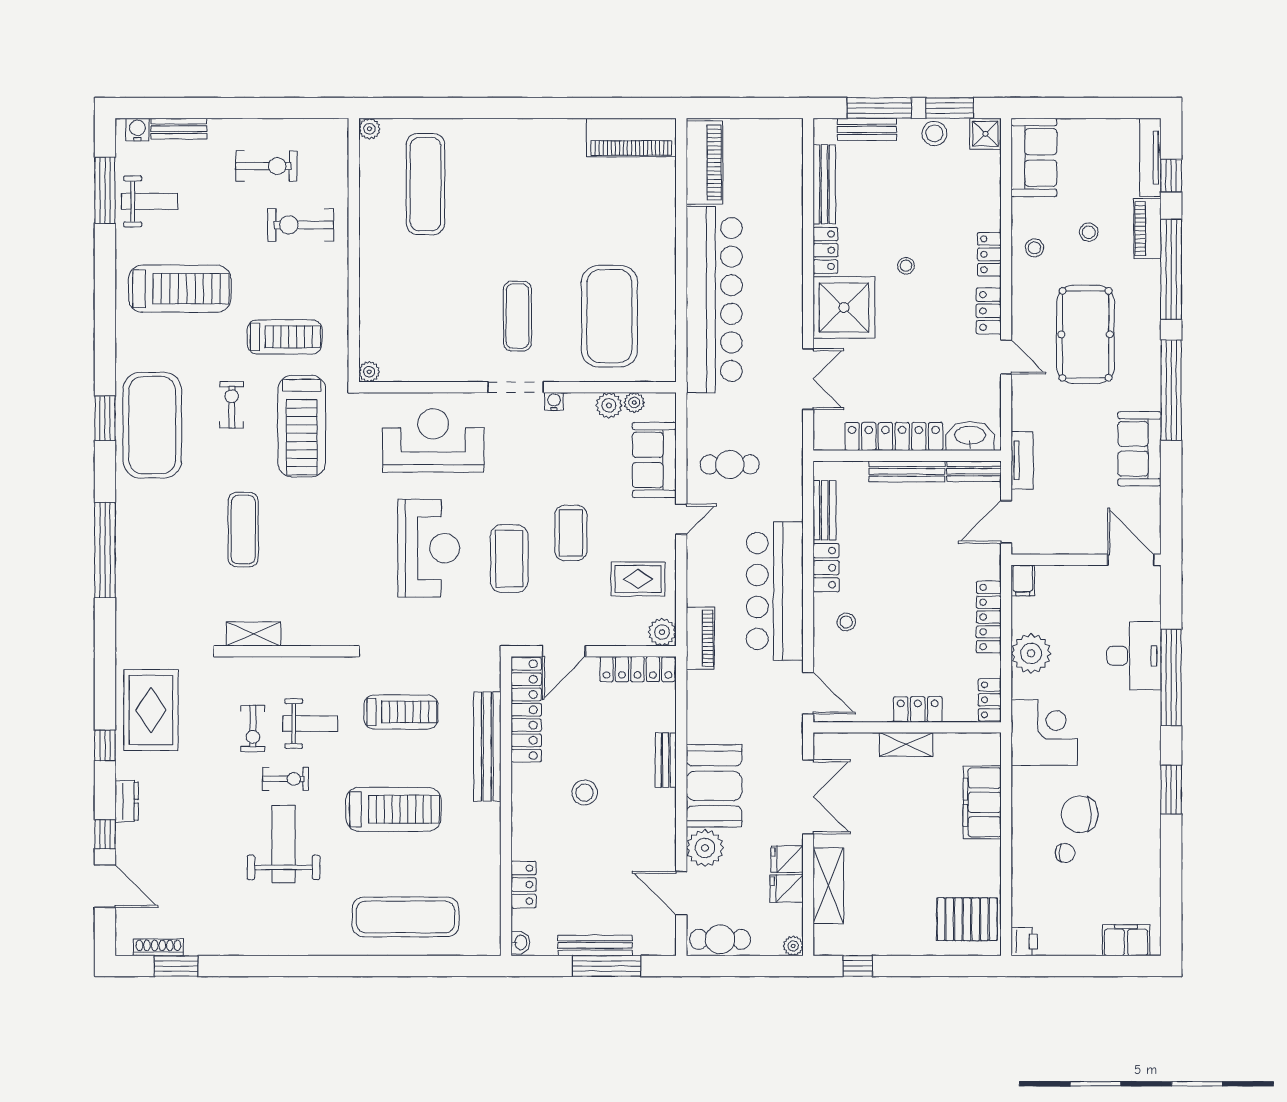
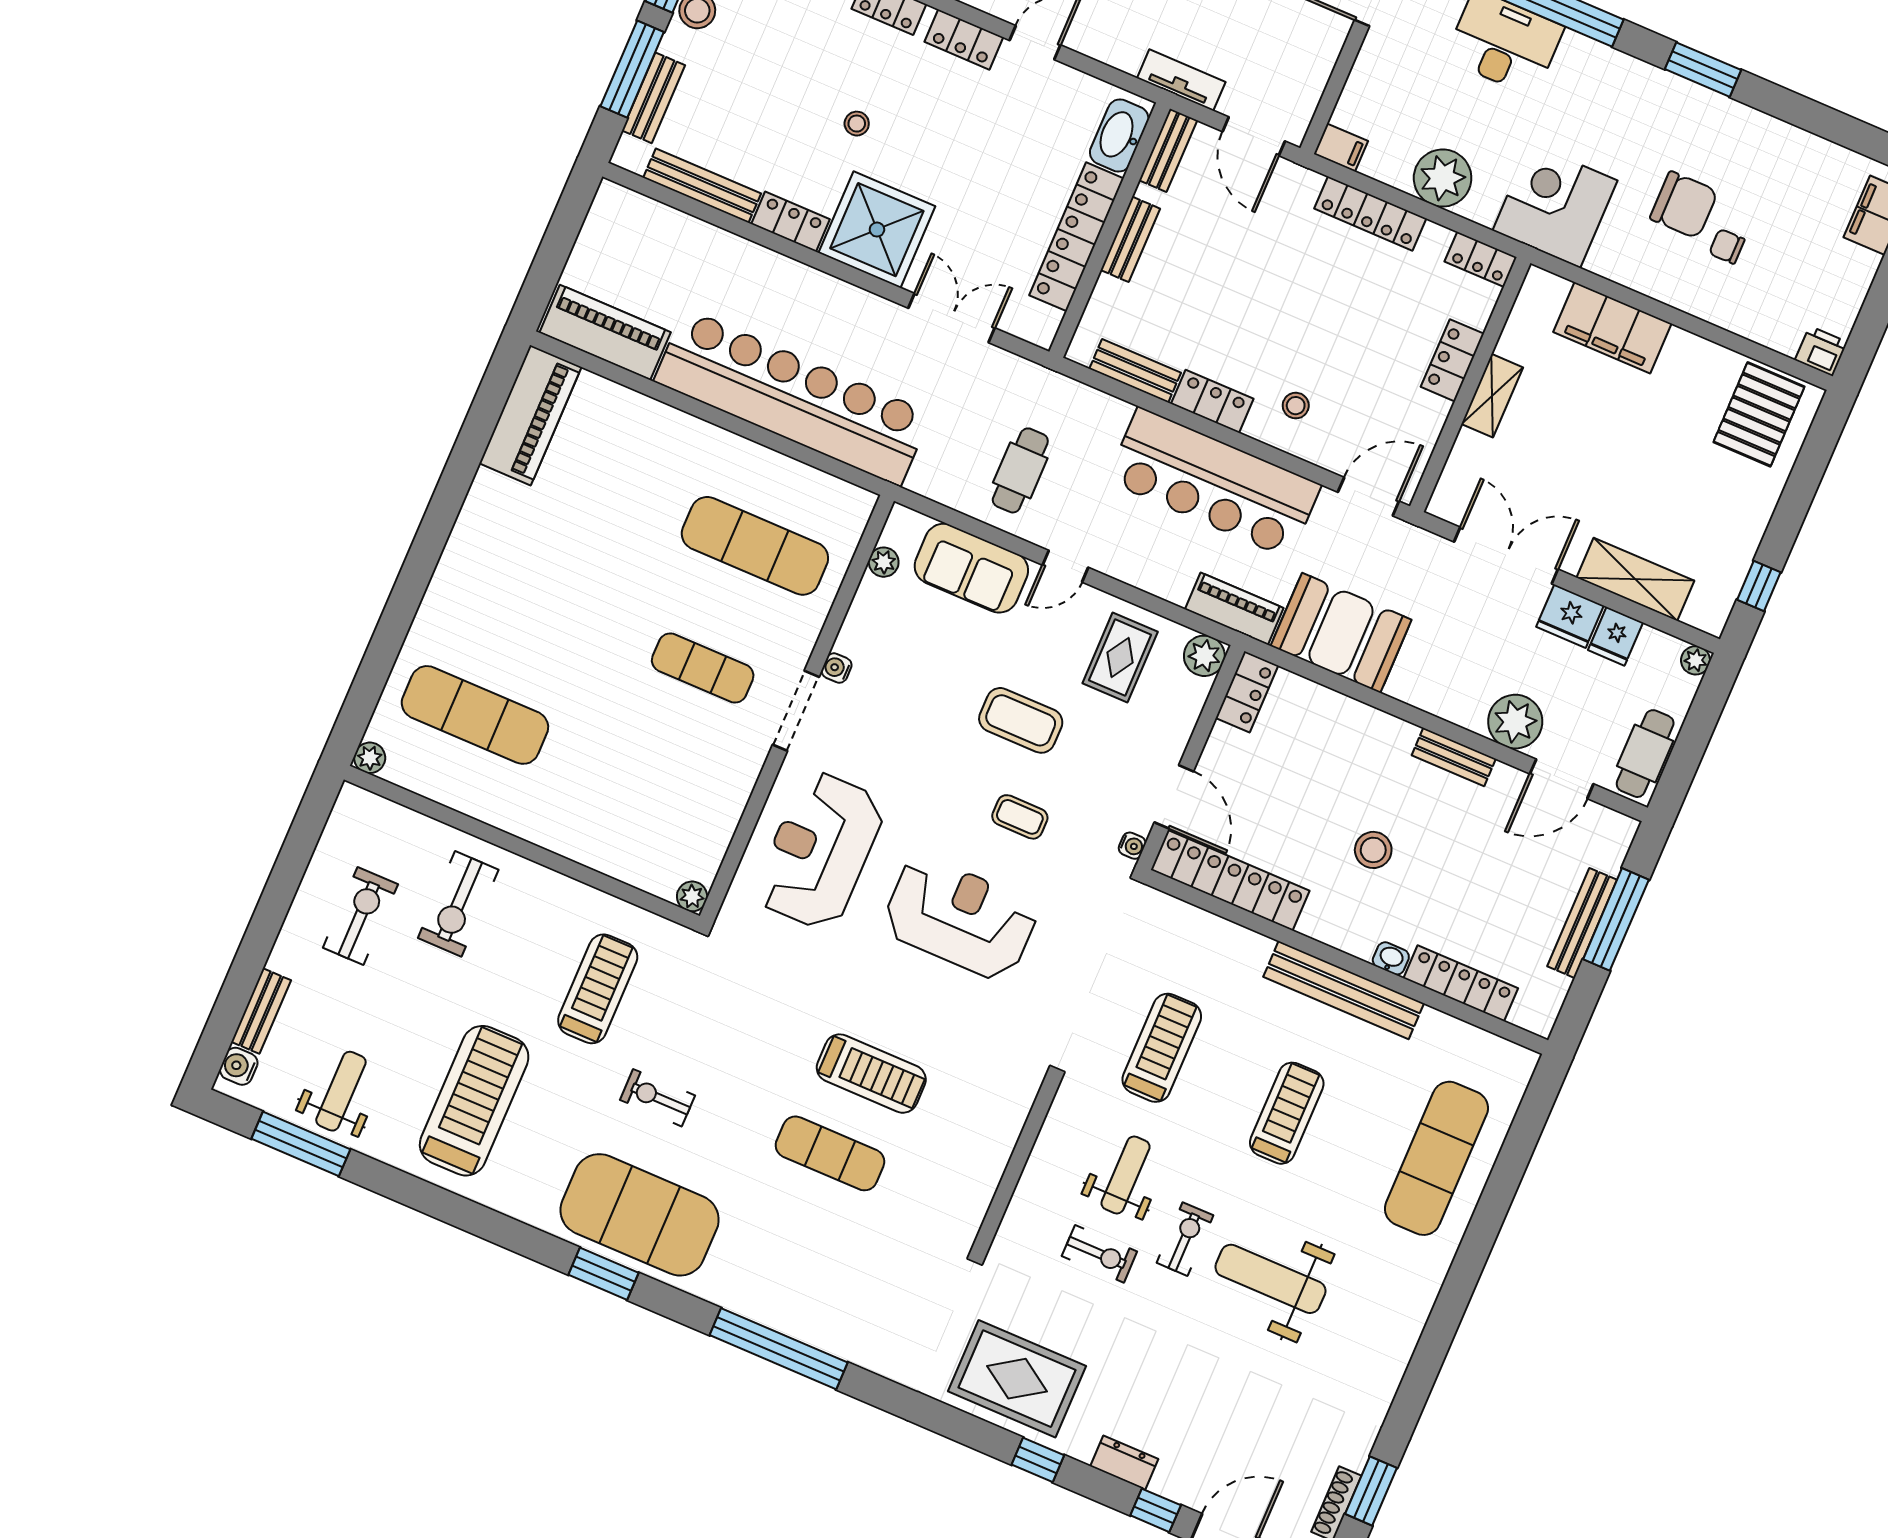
exercise mat: (609, 316) -> (755, 546), width x0.68
plant: (609, 405) -> (873, 597), removed
treadmill: (302, 426) -> (871, 1074), moved, width x0.73, depth x0.73
bench: (907, 471) -> (1130, 239), width x0.73
door: (681, 519) -> (1065, 566), swing flipped
coffee table: (509, 559) -> (1020, 817), width x0.54, depth x0.58
shelving: (254, 634) -> (974, 1199), removed
water cooler: (522, 638) -> (1132, 846), added
locker: (637, 669) -> (1247, 692), width x0.66
bench: (487, 747) -> (1344, 990), moved
bench: (666, 760) -> (1454, 757), moved
booth: (714, 786) -> (1341, 633), moved
treadmill: (393, 809) -> (1287, 1113), width x0.73, depth x0.73
chair: (1080, 814) -> (1684, 205), turned -90
chair: (1065, 853) -> (1727, 246), turned -90
fridge: (787, 859) -> (1570, 616), width x1.38
locker: (524, 885) -> (1461, 983), width x1.53
washbasin: (520, 942) -> (1391, 958), moved

